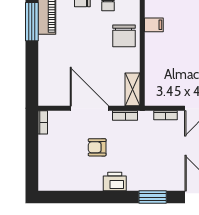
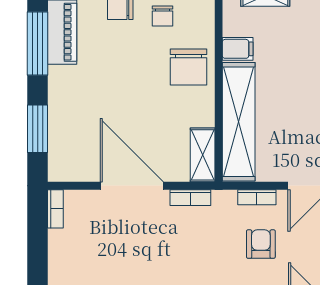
shelving: (154, 69) -> (239, 122), added
window: (32, 74) -> (38, 129), added
armchair: (97, 147) -> (261, 244), moved, turned 90

